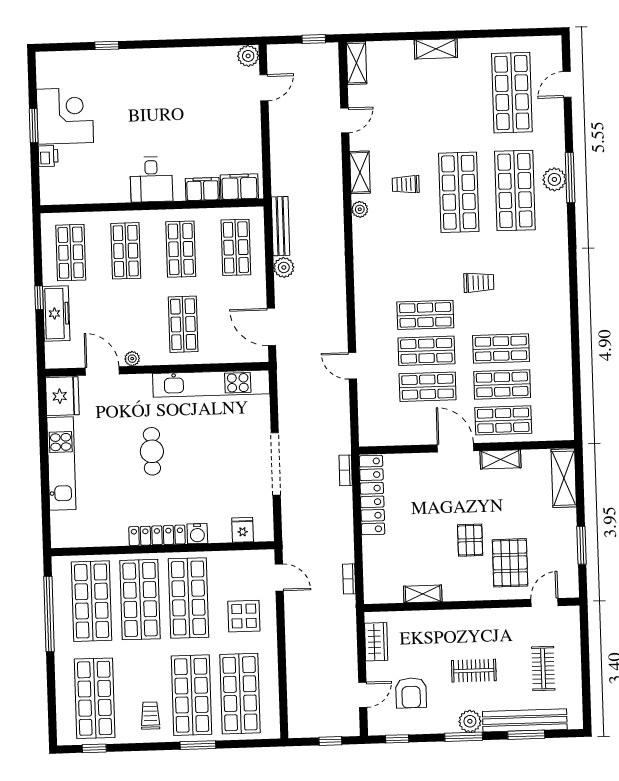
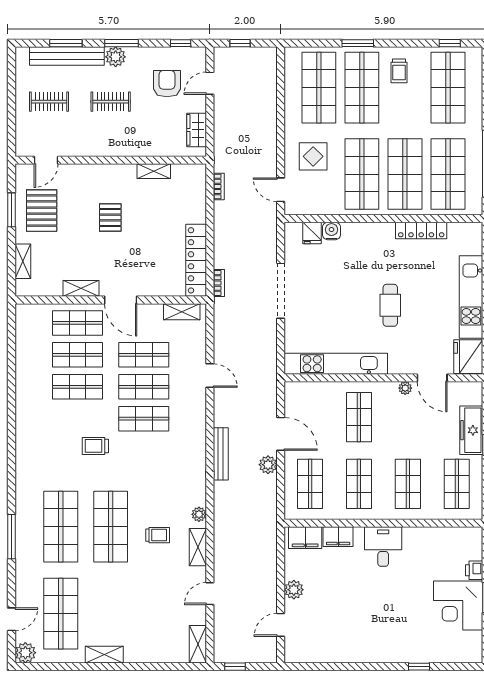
shelving: (436, 49) -> (104, 655), moved
plant: (248, 56) -> (294, 590), moved
plant: (554, 179) -> (25, 653), moved
bench: (281, 226) -> (221, 454), moved
door: (271, 327) -> (281, 434), moved
shelving: (386, 437) -> (182, 312), added
shelving: (564, 478) -> (23, 261), width x0.67, depth x0.75
water cooler: (197, 534) -> (331, 231), moved
locker: (157, 535) -> (421, 231), moved
pallet: (510, 563) -> (42, 211), moved
clothes rail: (543, 668) -> (49, 102), turned 90

